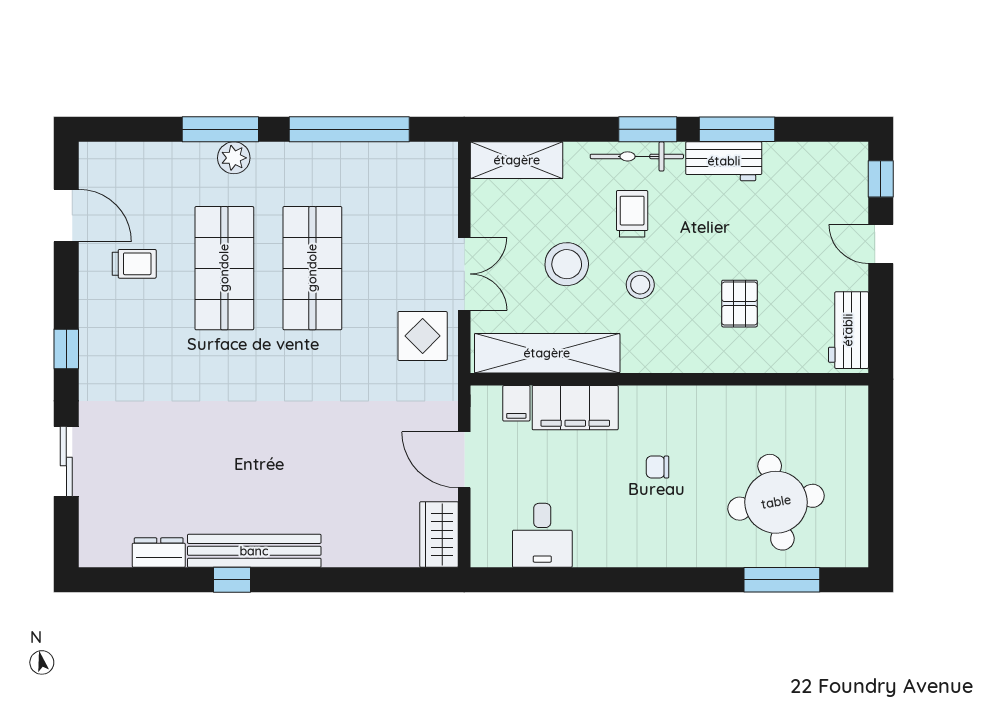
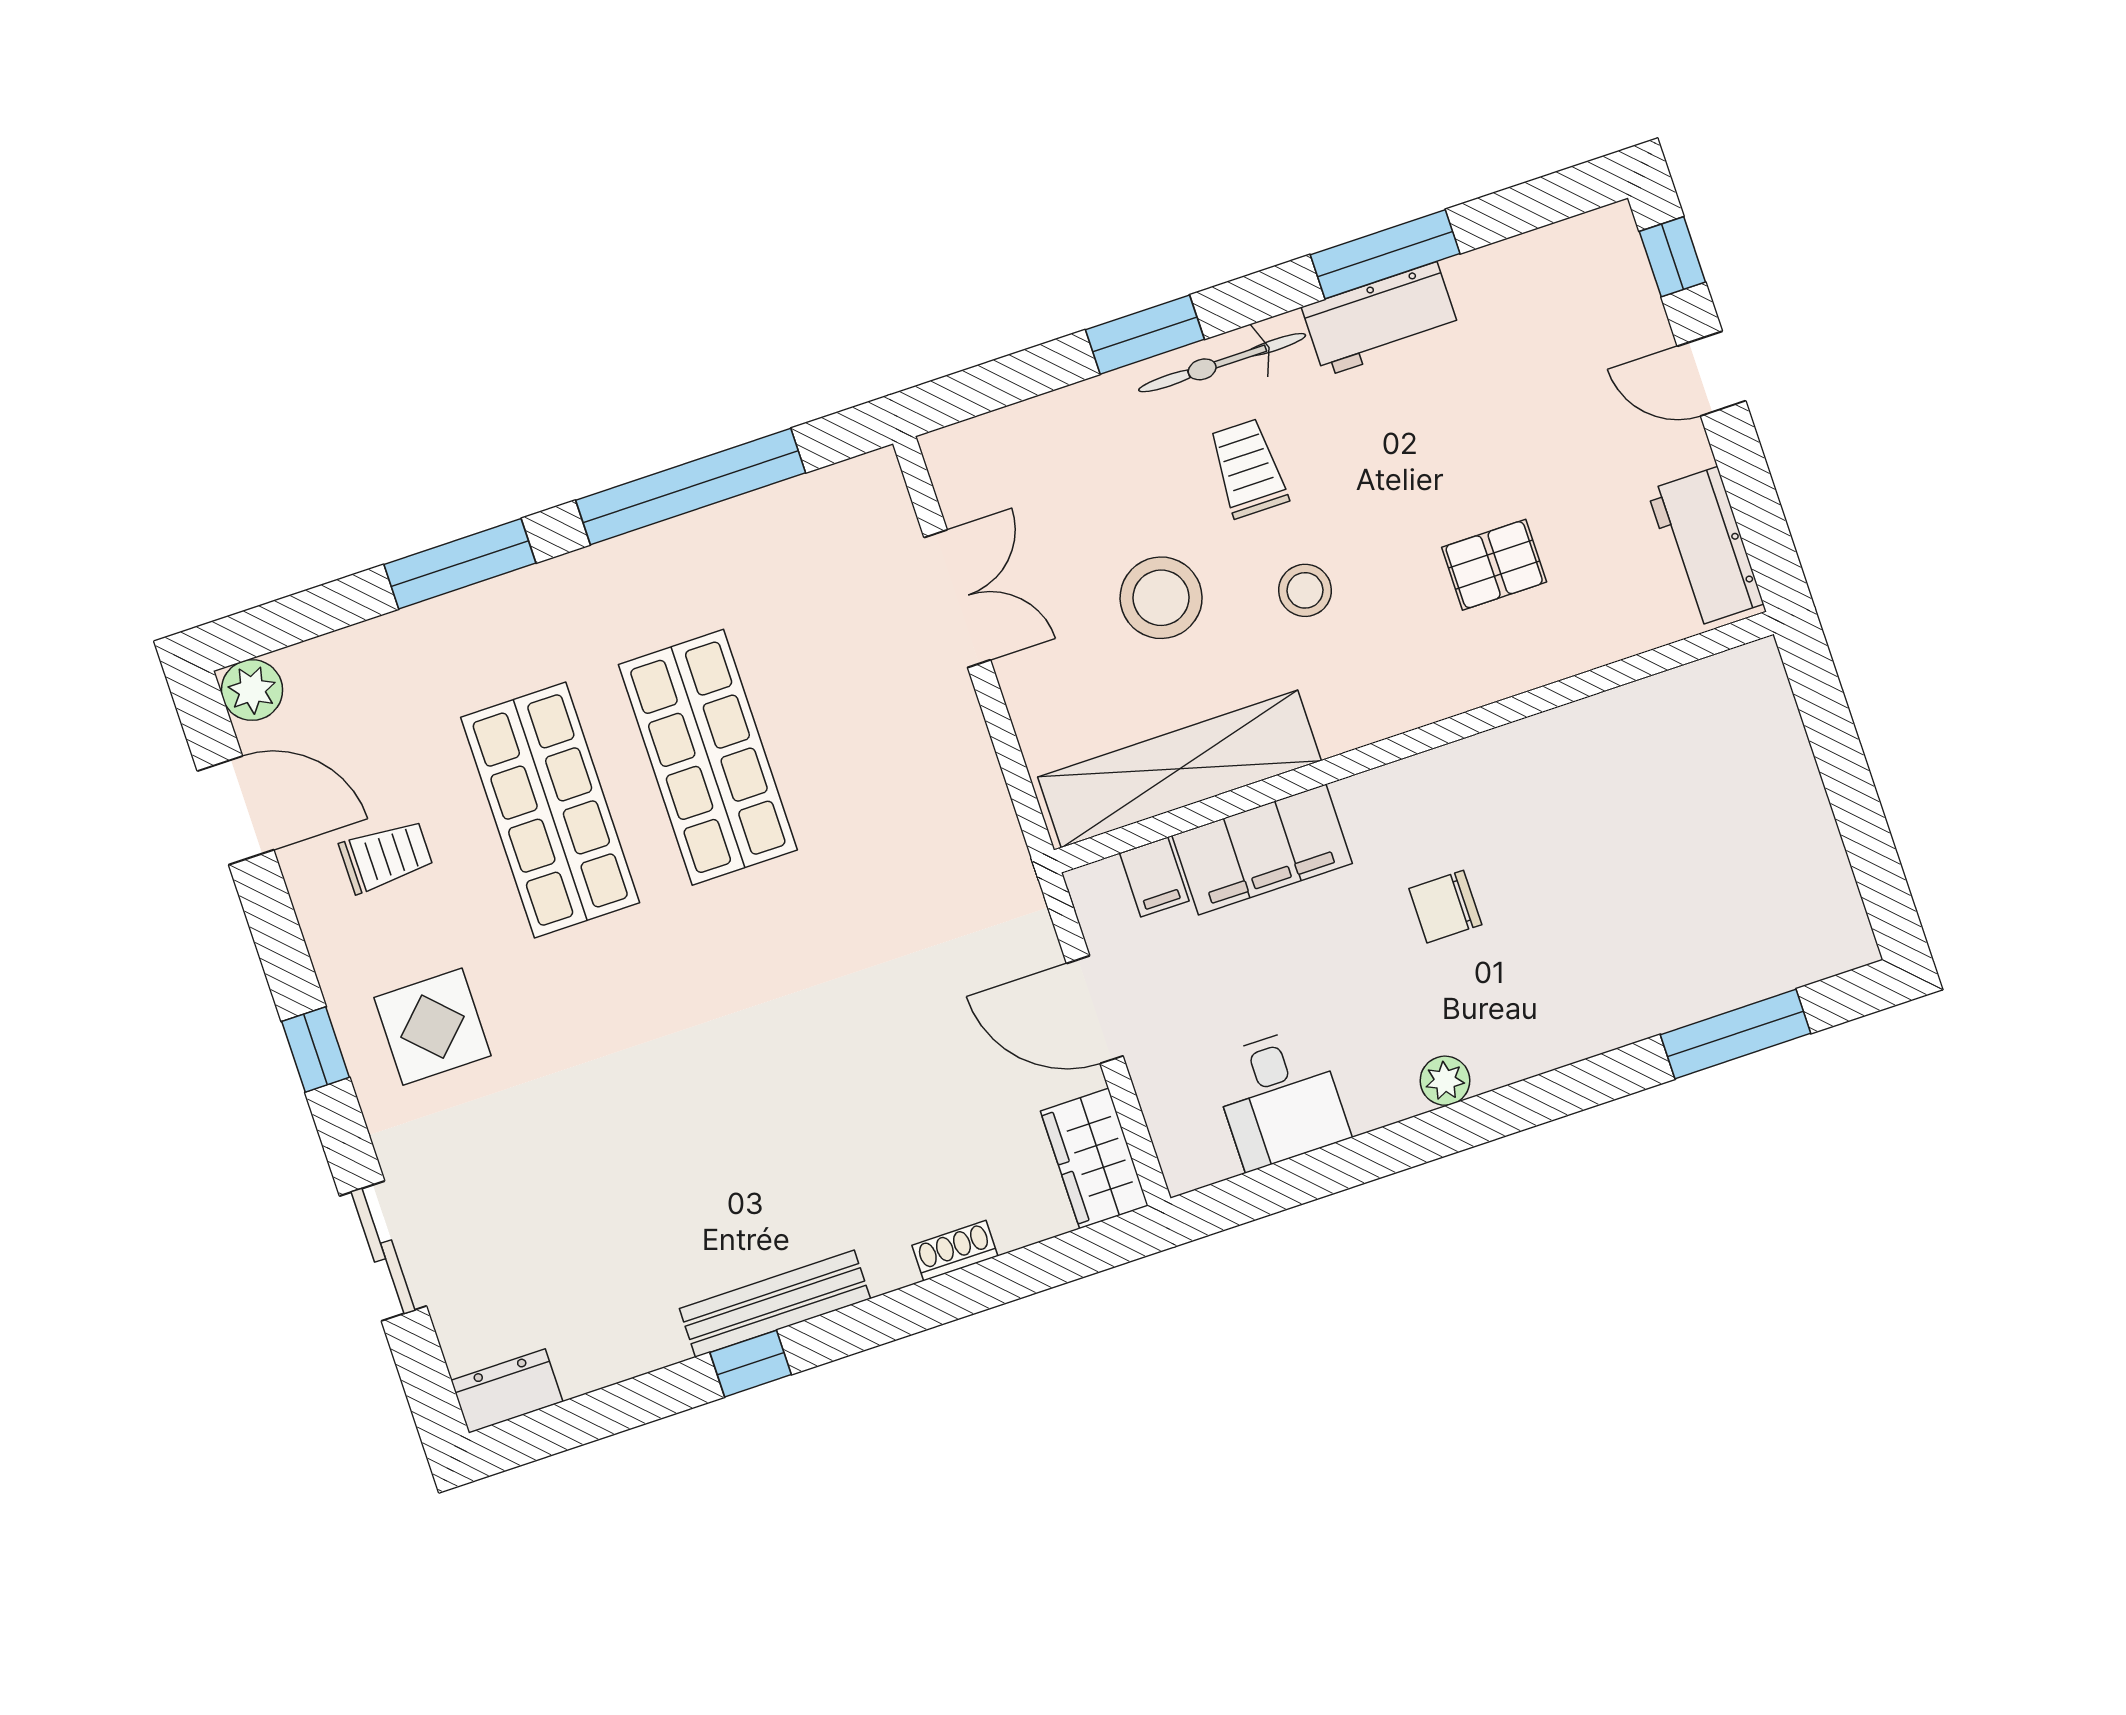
window: (648, 129) -> (1145, 335), moved
plant: (234, 158) -> (252, 690), moved
shelving: (517, 160) -> (1009, 441), removed
double door: (464, 274) -> (957, 599), moved
pallet: (739, 304) -> (1494, 565), turned 90
display table: (423, 336) -> (433, 1027), moved
chair: (658, 467) -> (1445, 907), width x1.37, depth x1.37
round table: (776, 502) -> (1679, 899), removed
bench: (254, 551) -> (775, 1304), width x0.73, depth x0.82
dresser: (159, 553) -> (507, 1391), moved
plant: (628, 554) -> (1445, 1081), added
shoe rack: (353, 557) -> (955, 1251), added

